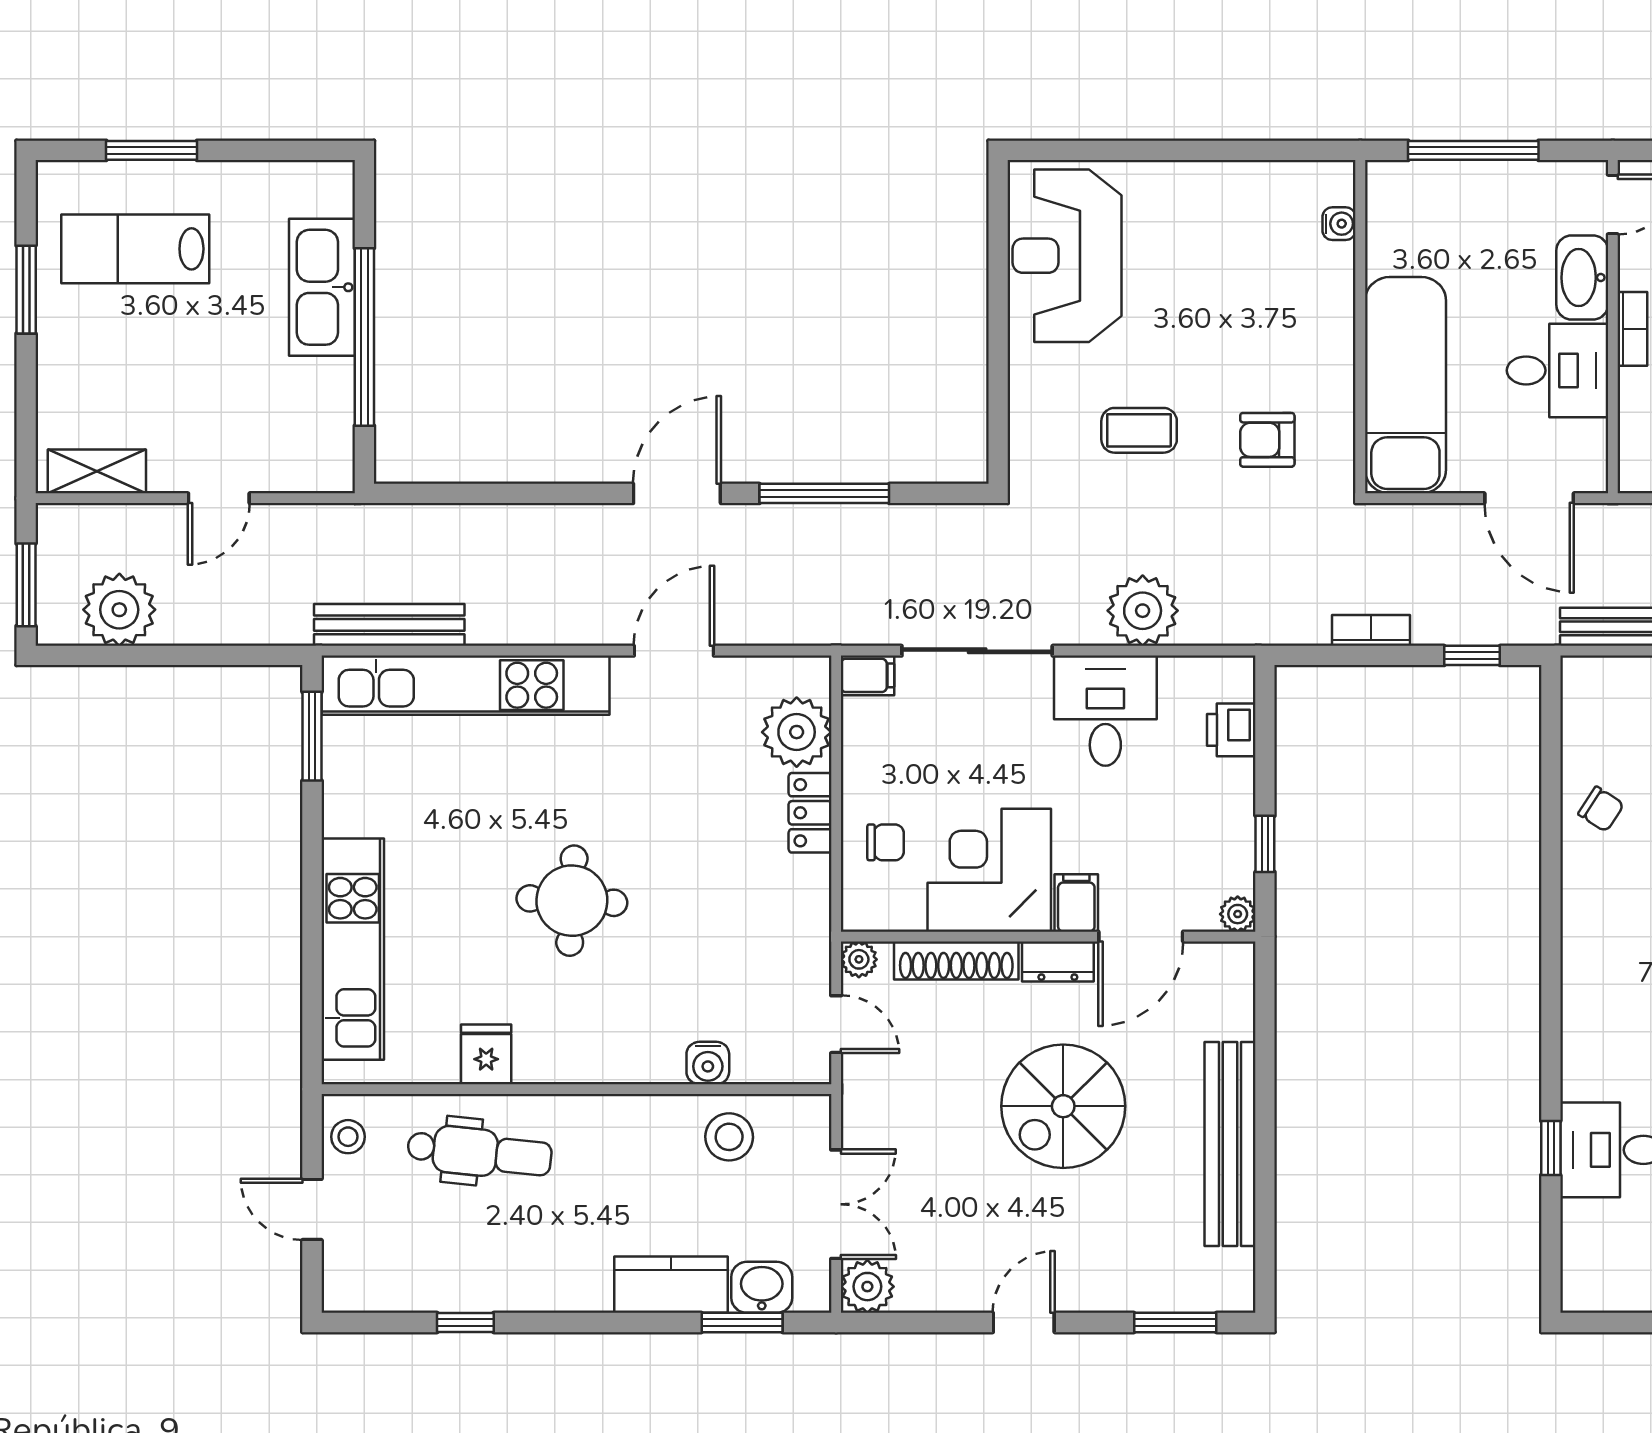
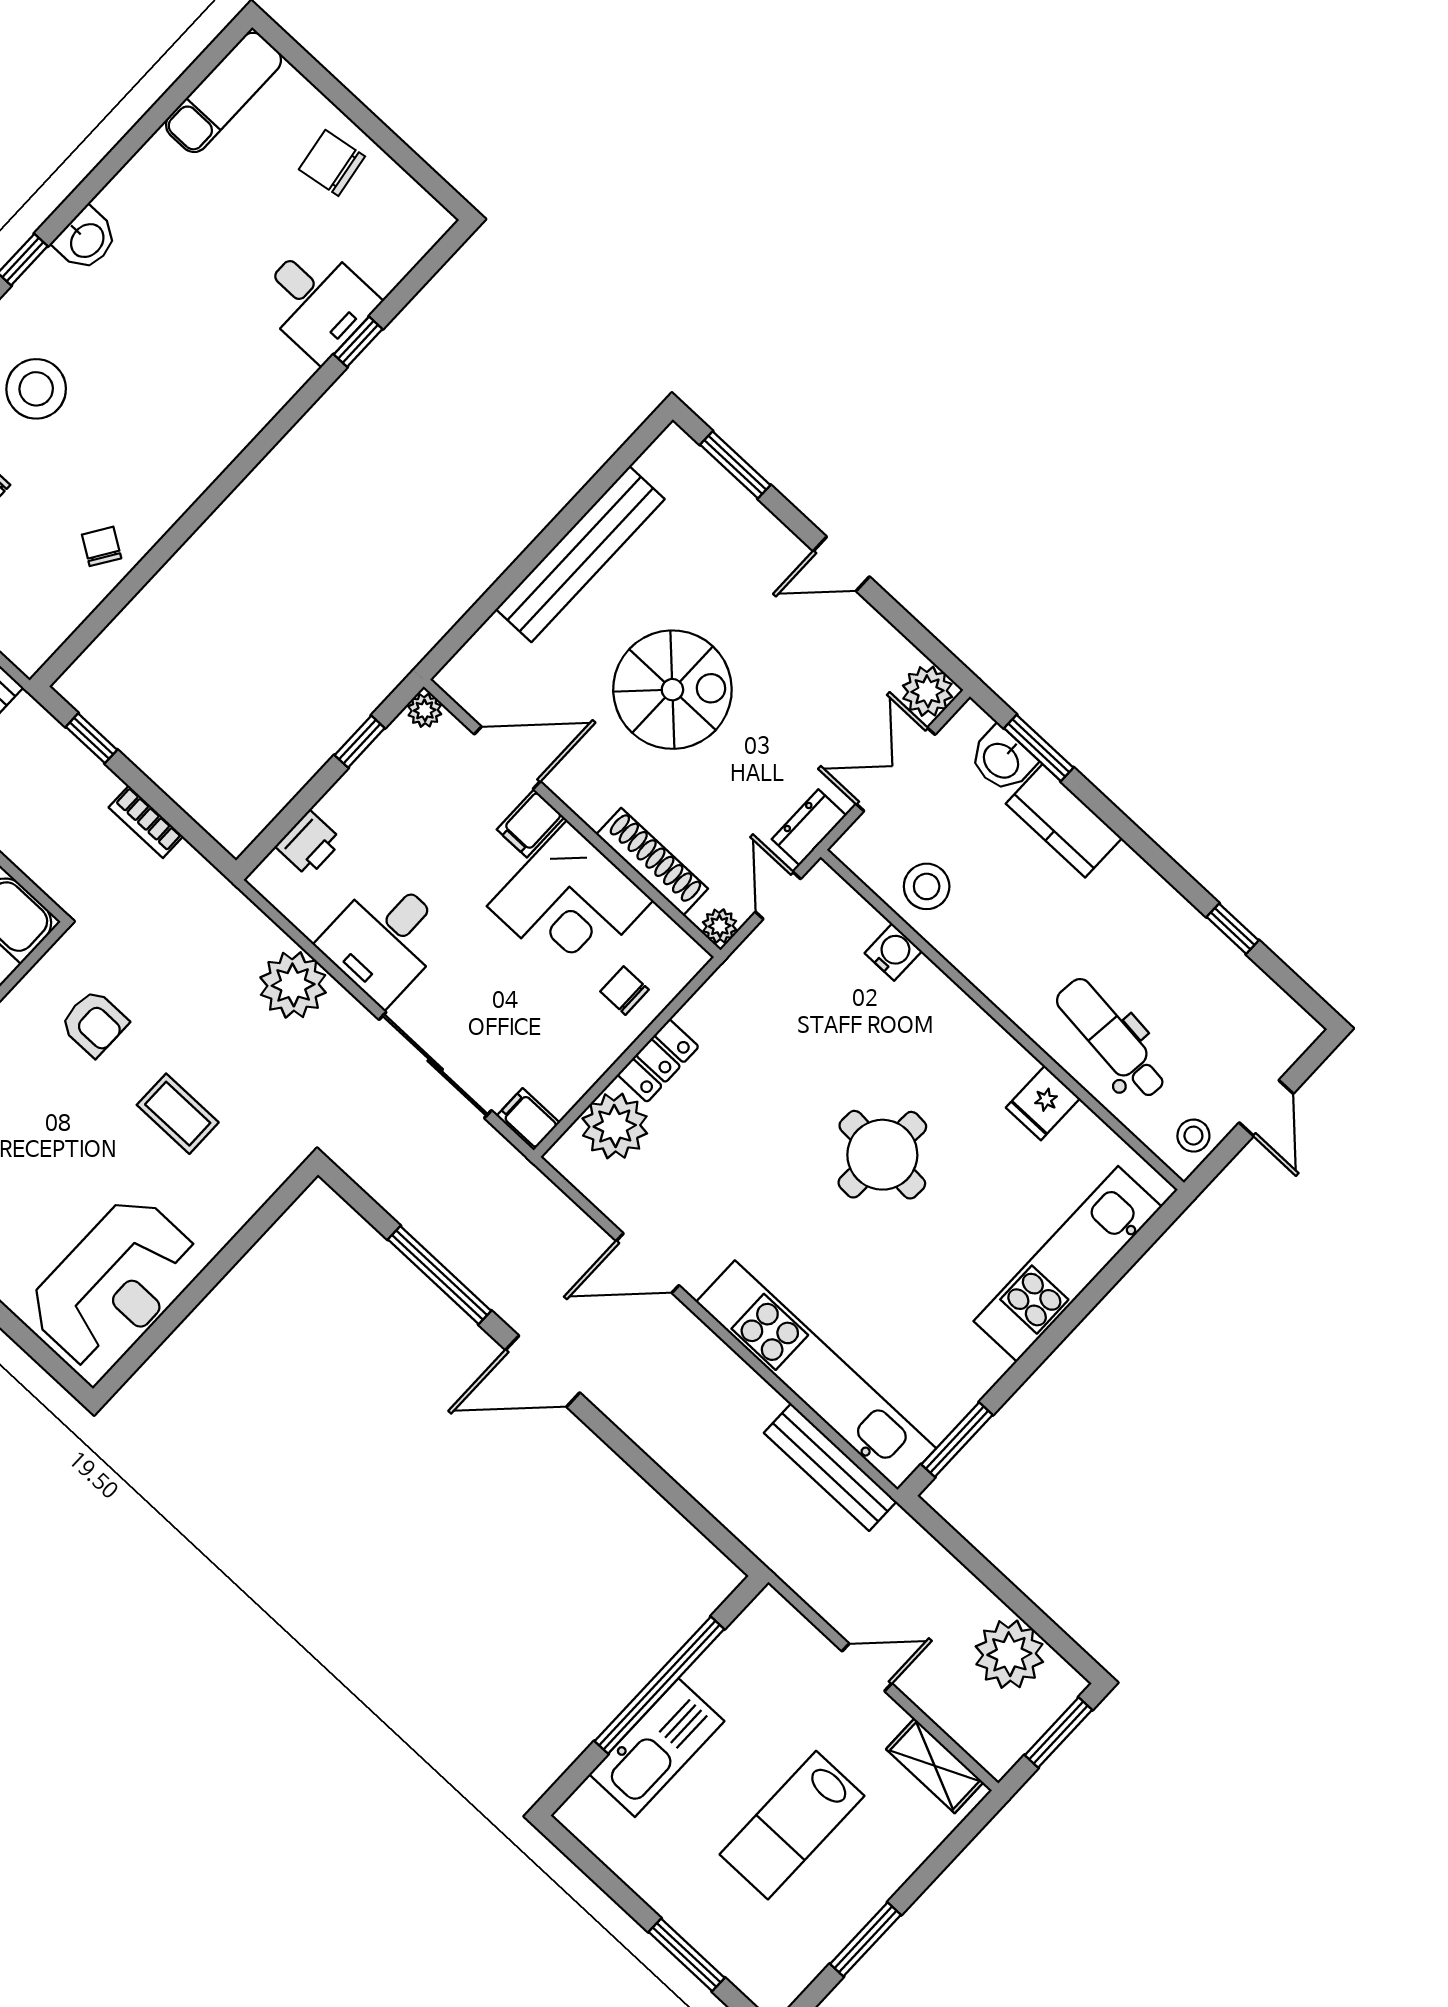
lab bench: (135, 249) -> (792, 1825), moved, turned 90
dresser: (1058, 961) -> (809, 827), moved, turned -90

